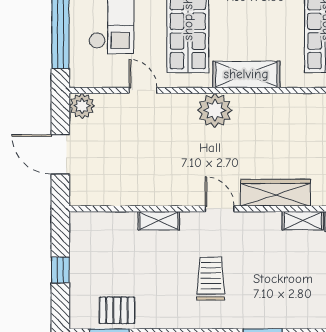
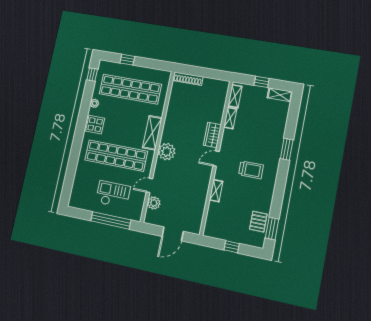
plant: (82, 106) -> (154, 203), moved
wardrobe: (275, 193) -> (212, 135), width x0.67
trolley: (211, 279) -> (251, 170), turned 180

